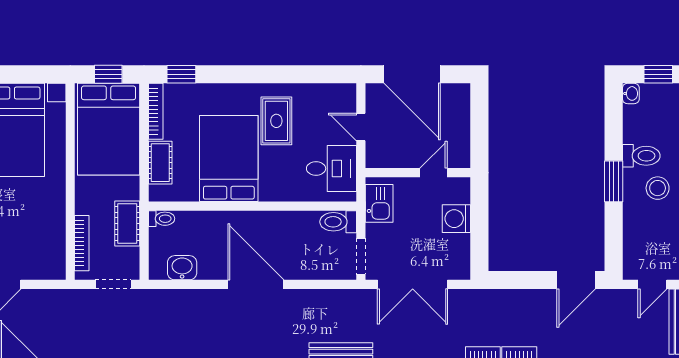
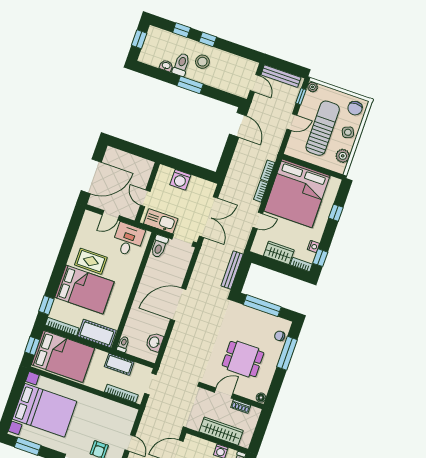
washbasin: (631, 93) -> (166, 66), moved
bed: (229, 159) -> (84, 290), moved, turned 180
cot: (160, 163) -> (97, 333), width x1.37, depth x1.34
door: (434, 173) -> (145, 198), moved
kitchen sink: (379, 203) -> (161, 221), width x1.38

